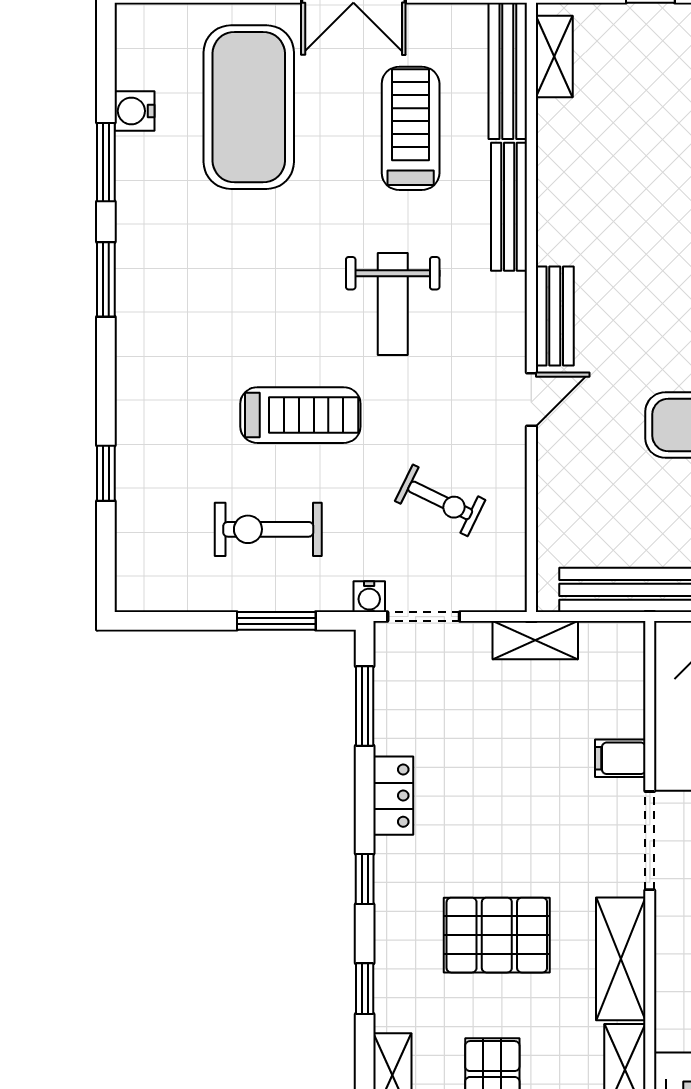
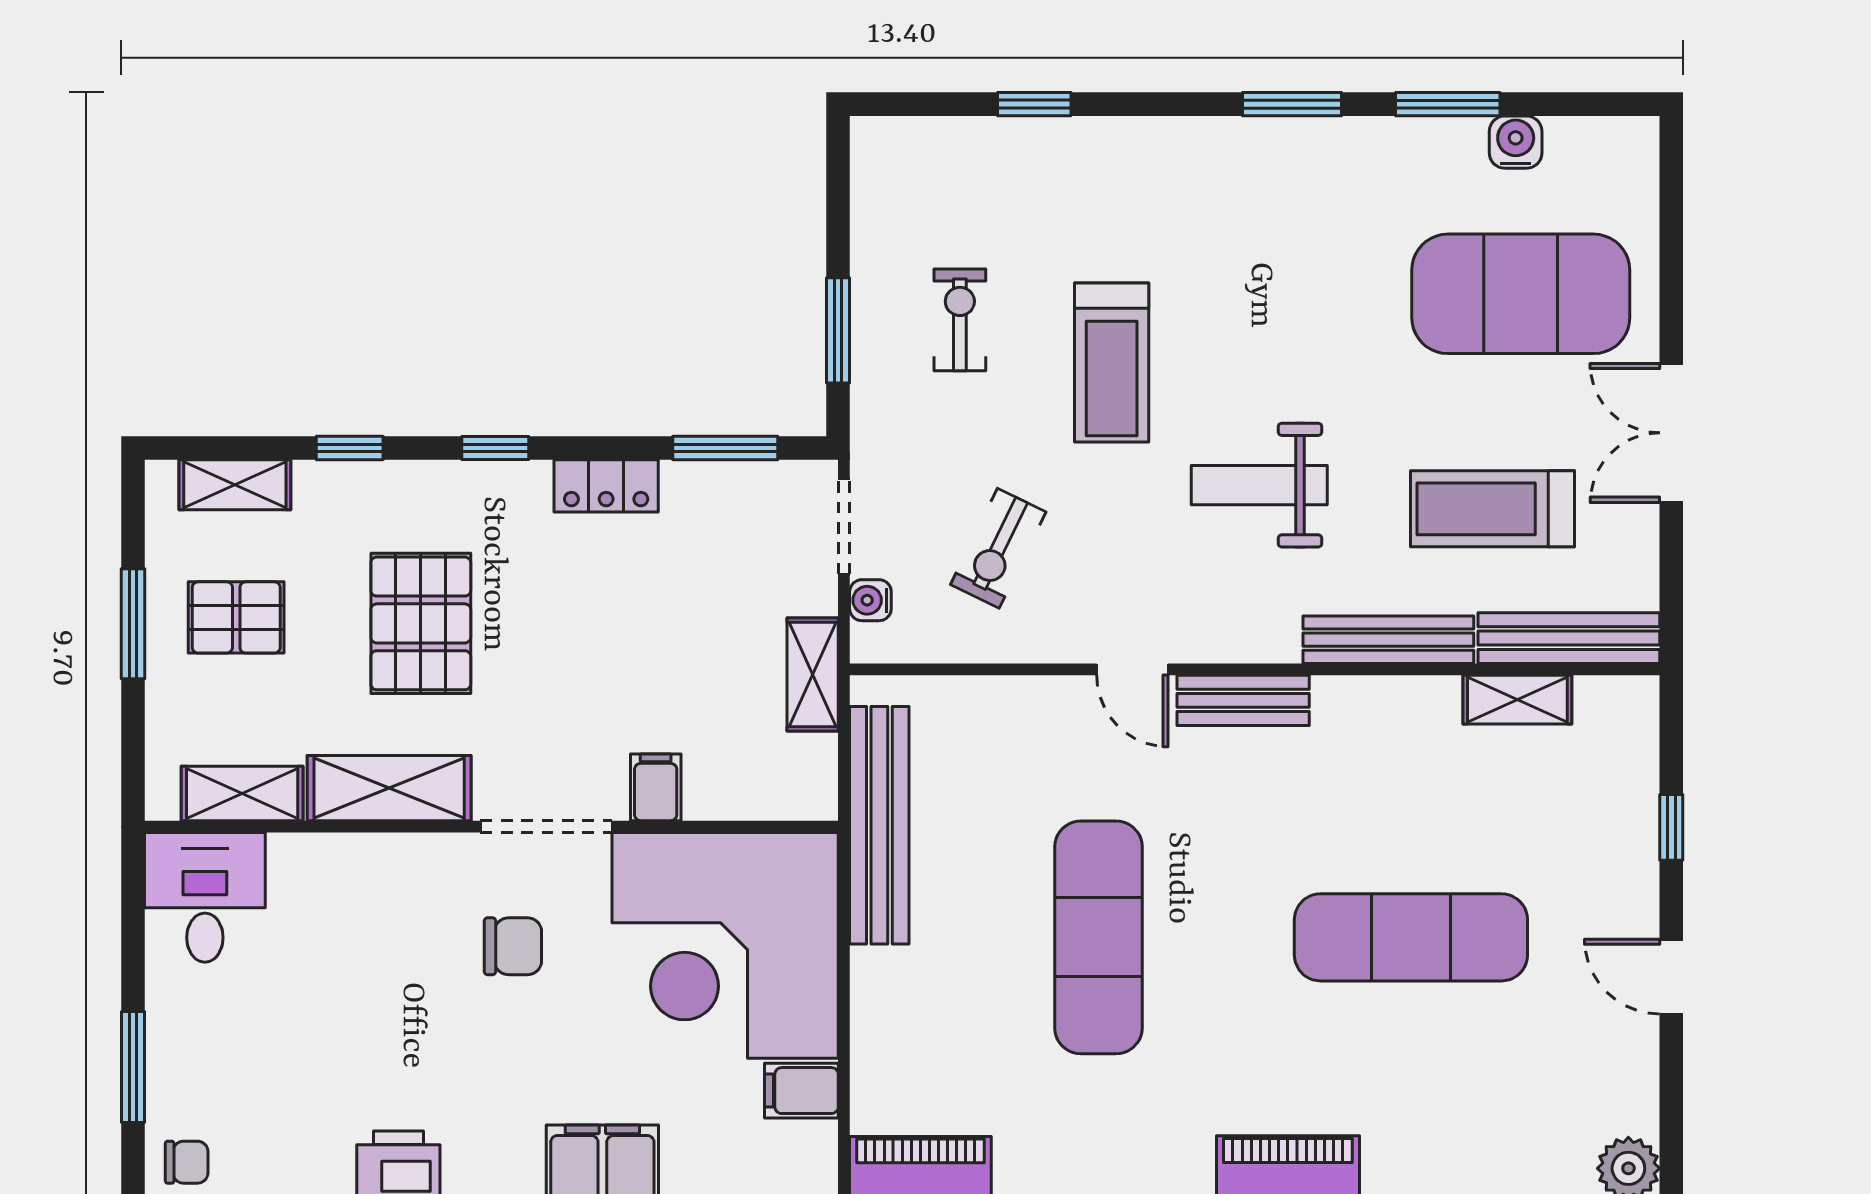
shelving: (554, 57) -> (1517, 700), moved
treadmill: (411, 128) -> (1493, 509), turned 180
exercise bike: (268, 529) -> (960, 320), width x0.73, depth x0.72
water cooler: (369, 597) -> (870, 600), moved

